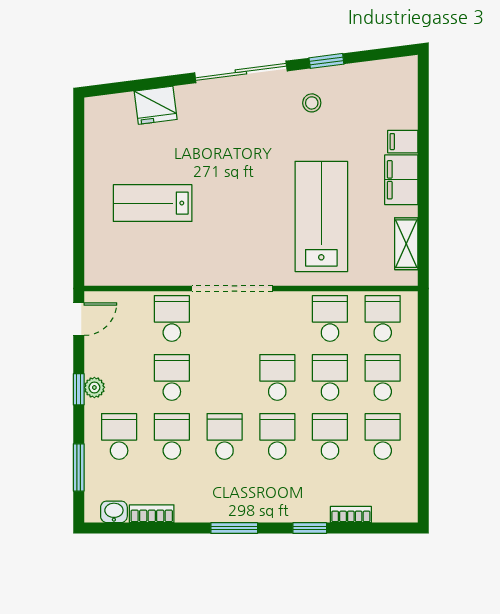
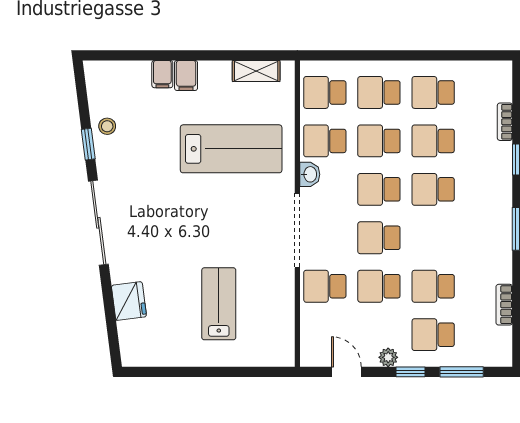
stool: (312, 103) -> (107, 126), moved
filing cabinet: (401, 180) -> (186, 75), width x0.50
lab bench: (153, 203) -> (219, 304), turned 180
lab bench: (321, 216) -> (231, 149), turned 180
door: (79, 319) -> (346, 372), moved
window: (79, 389) -> (410, 372), moved
school desk: (225, 436) -> (379, 238), moved
washbasin: (114, 512) -> (310, 174), moved, turned 180

